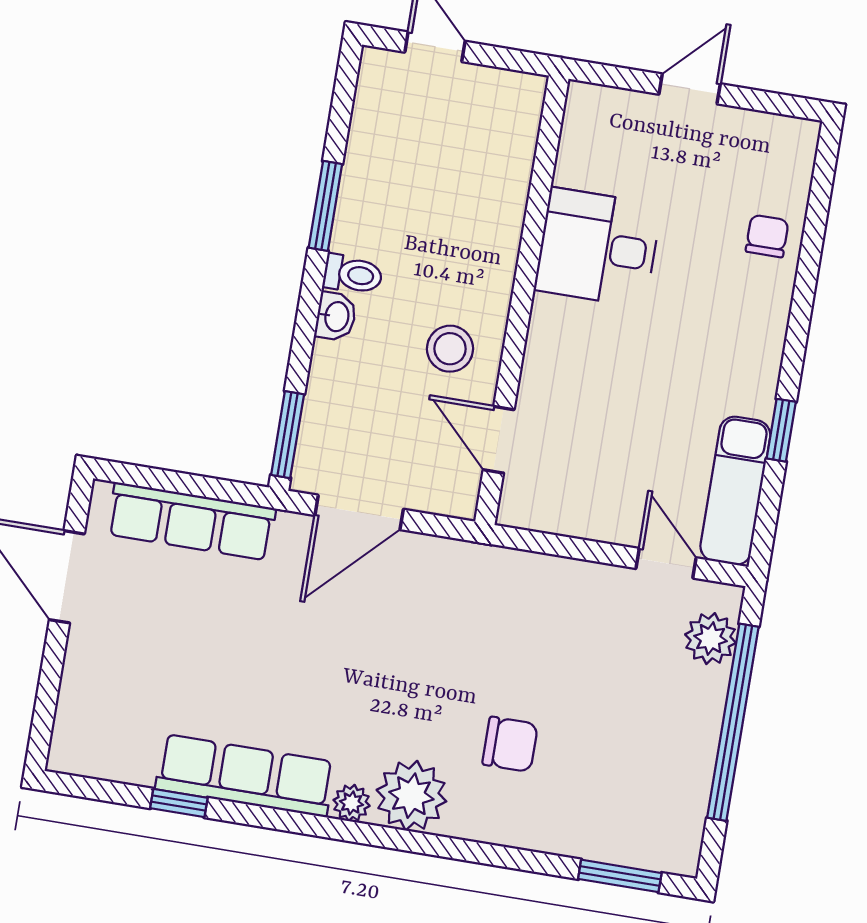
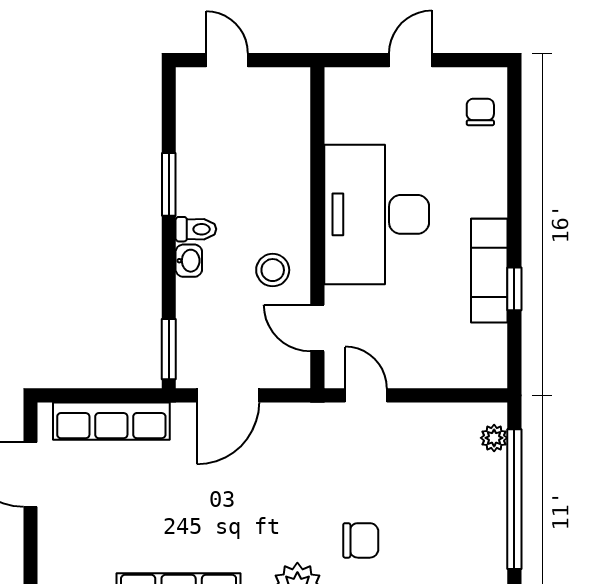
chair: (767, 236) -> (480, 112), moved
desk: (598, 247) -> (377, 214), width x1.87, depth x1.30
exam couch: (735, 491) -> (489, 271), moved
door: (666, 563) -> (366, 395), moved
plant: (711, 639) -> (494, 438), width x0.73, depth x0.73

